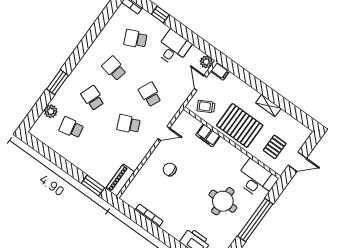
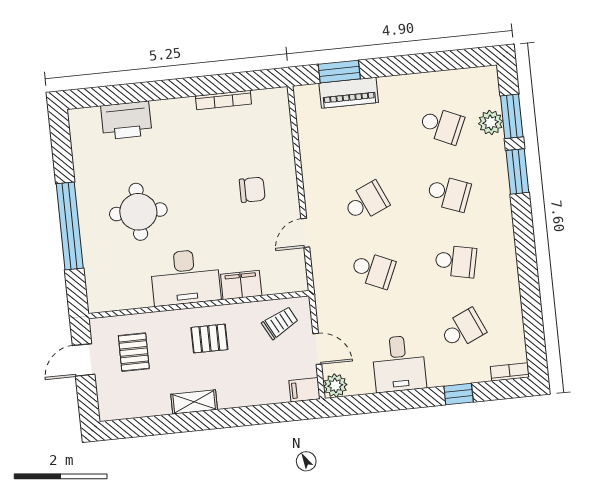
window: (40, 106) -> (512, 116), added
pallet: (240, 125) -> (209, 339), width x0.49, depth x0.50
school desk: (71, 128) -> (442, 125), turned 36
desk: (256, 179) -> (185, 277), moved
piano: (120, 180) -> (349, 93), moved, turned 90

